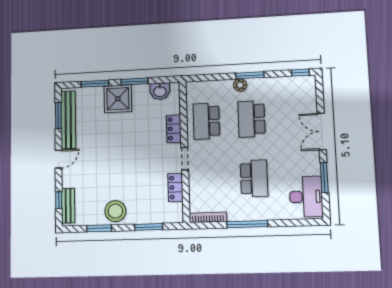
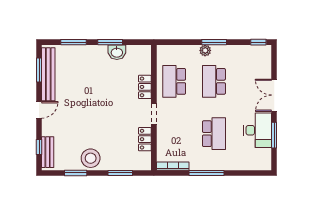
washbasin: (160, 91) -> (117, 52), moved
shower: (118, 99) -> (95, 57), removed
desk: (306, 197) -> (258, 130), moved

